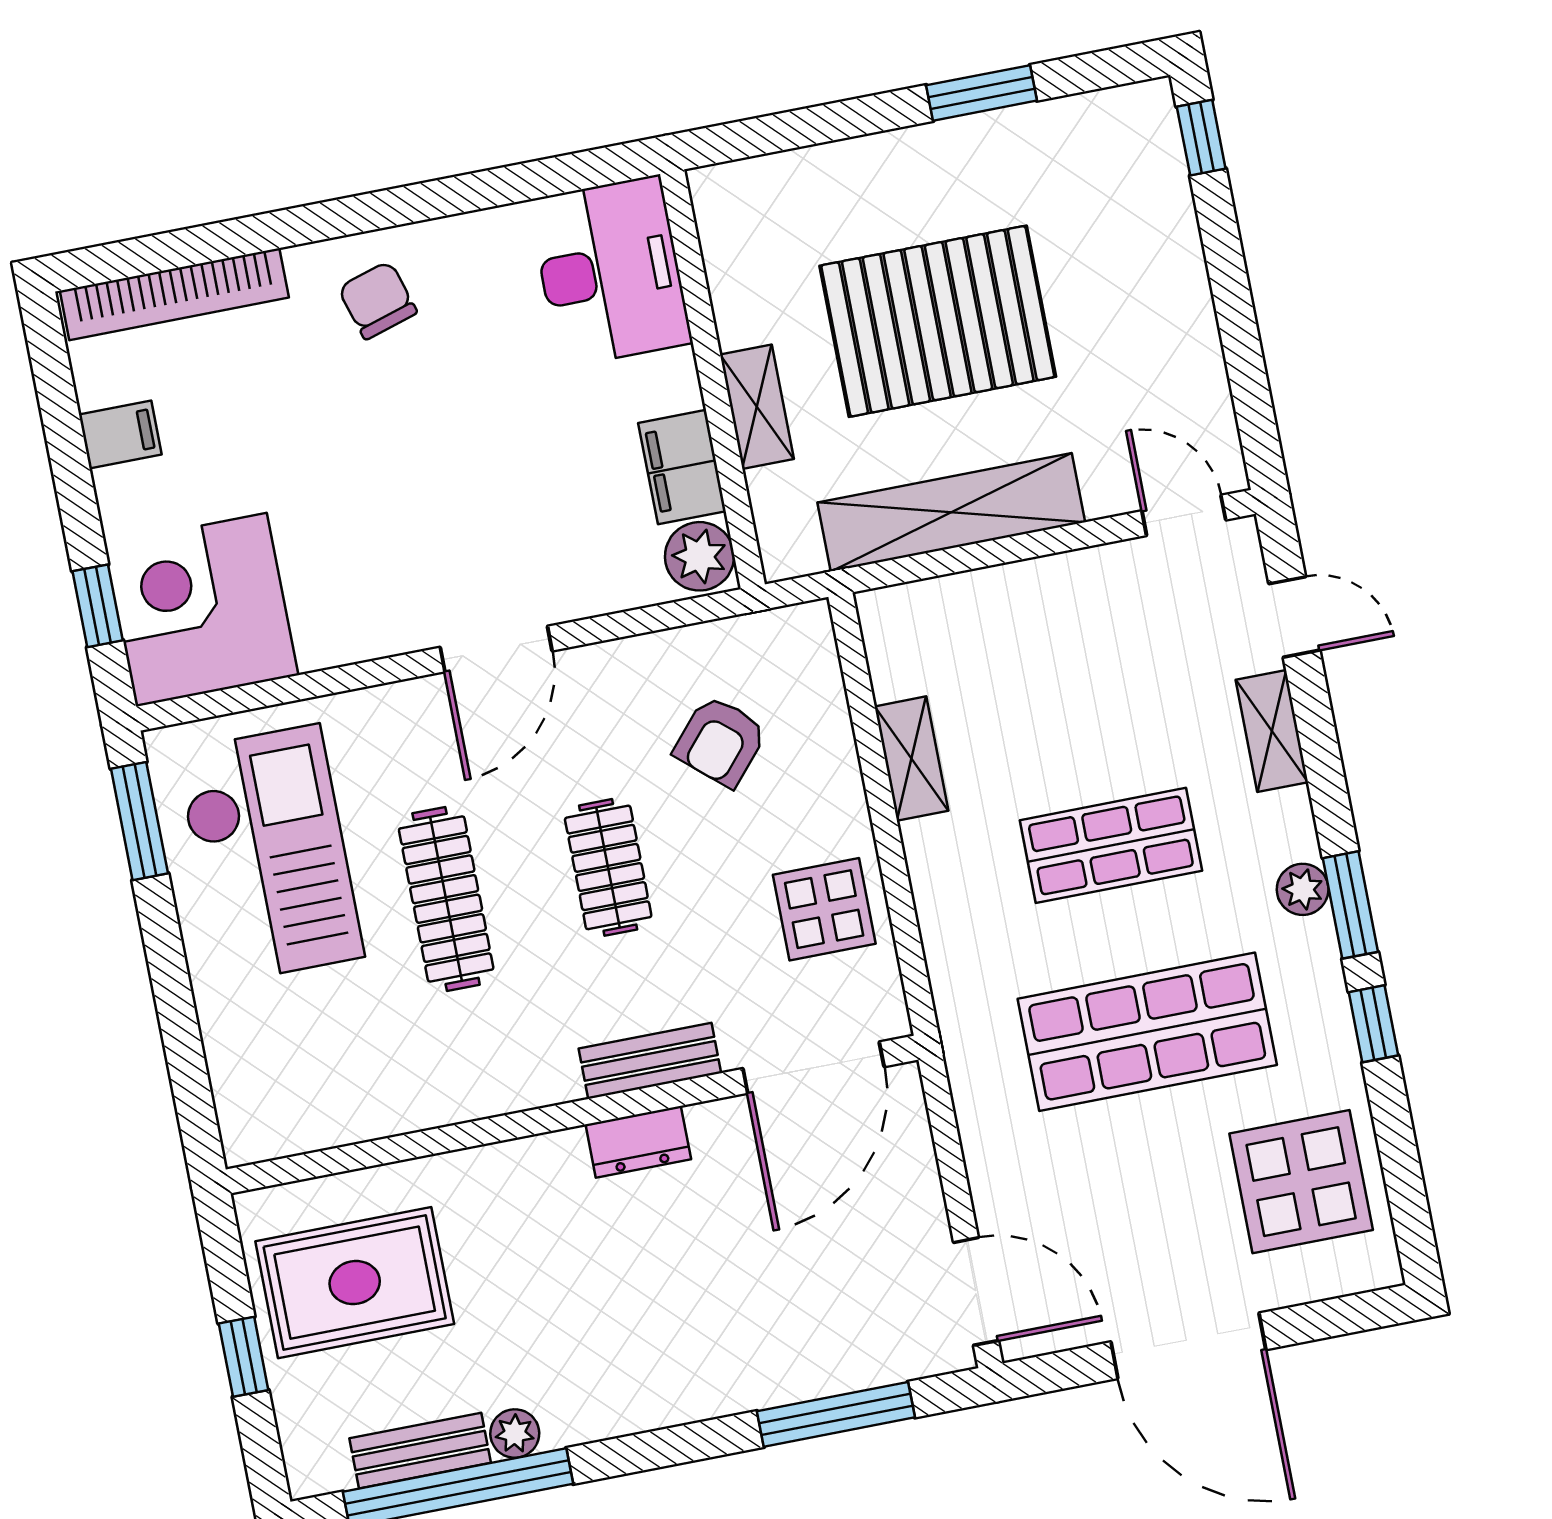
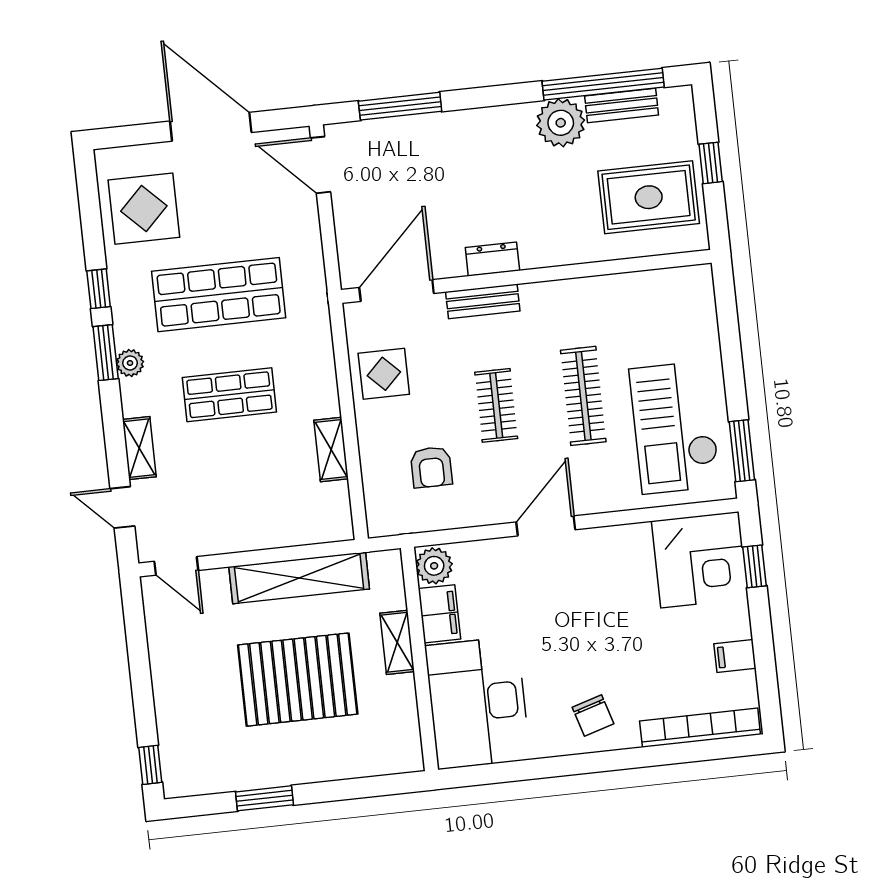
desk: (610, 271) -> (478, 703), width x1.36, depth x1.30
armchair: (720, 741) -> (431, 467), turned 139
plant: (515, 1433) -> (561, 123), width x1.87, depth x1.87

